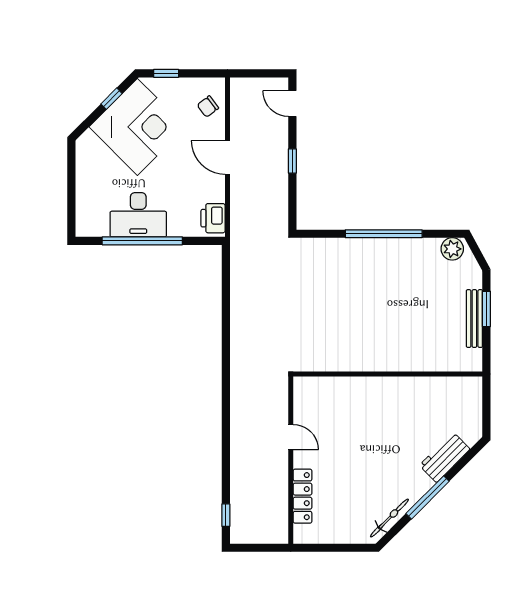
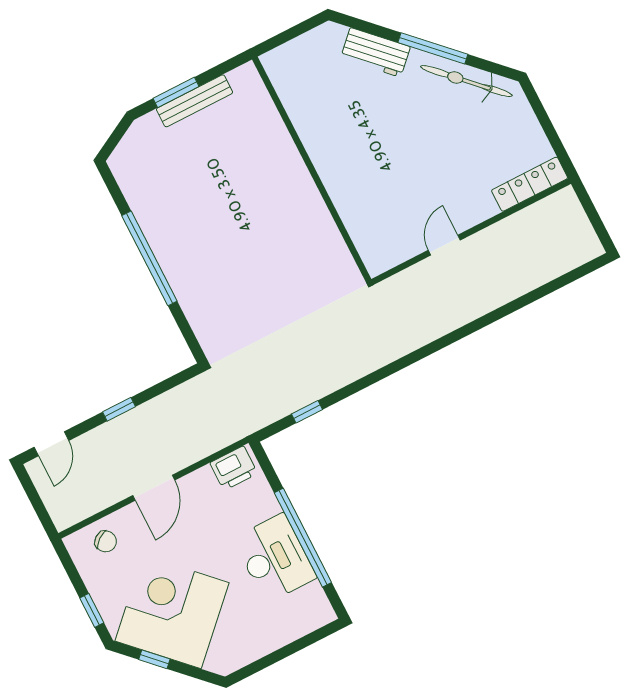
plant: (452, 249) -> (126, 169), removed
locker: (302, 496) -> (530, 184), moved
window: (226, 515) -> (307, 412), moved
bicycle: (389, 518) -> (466, 81), width x1.37, depth x1.40

